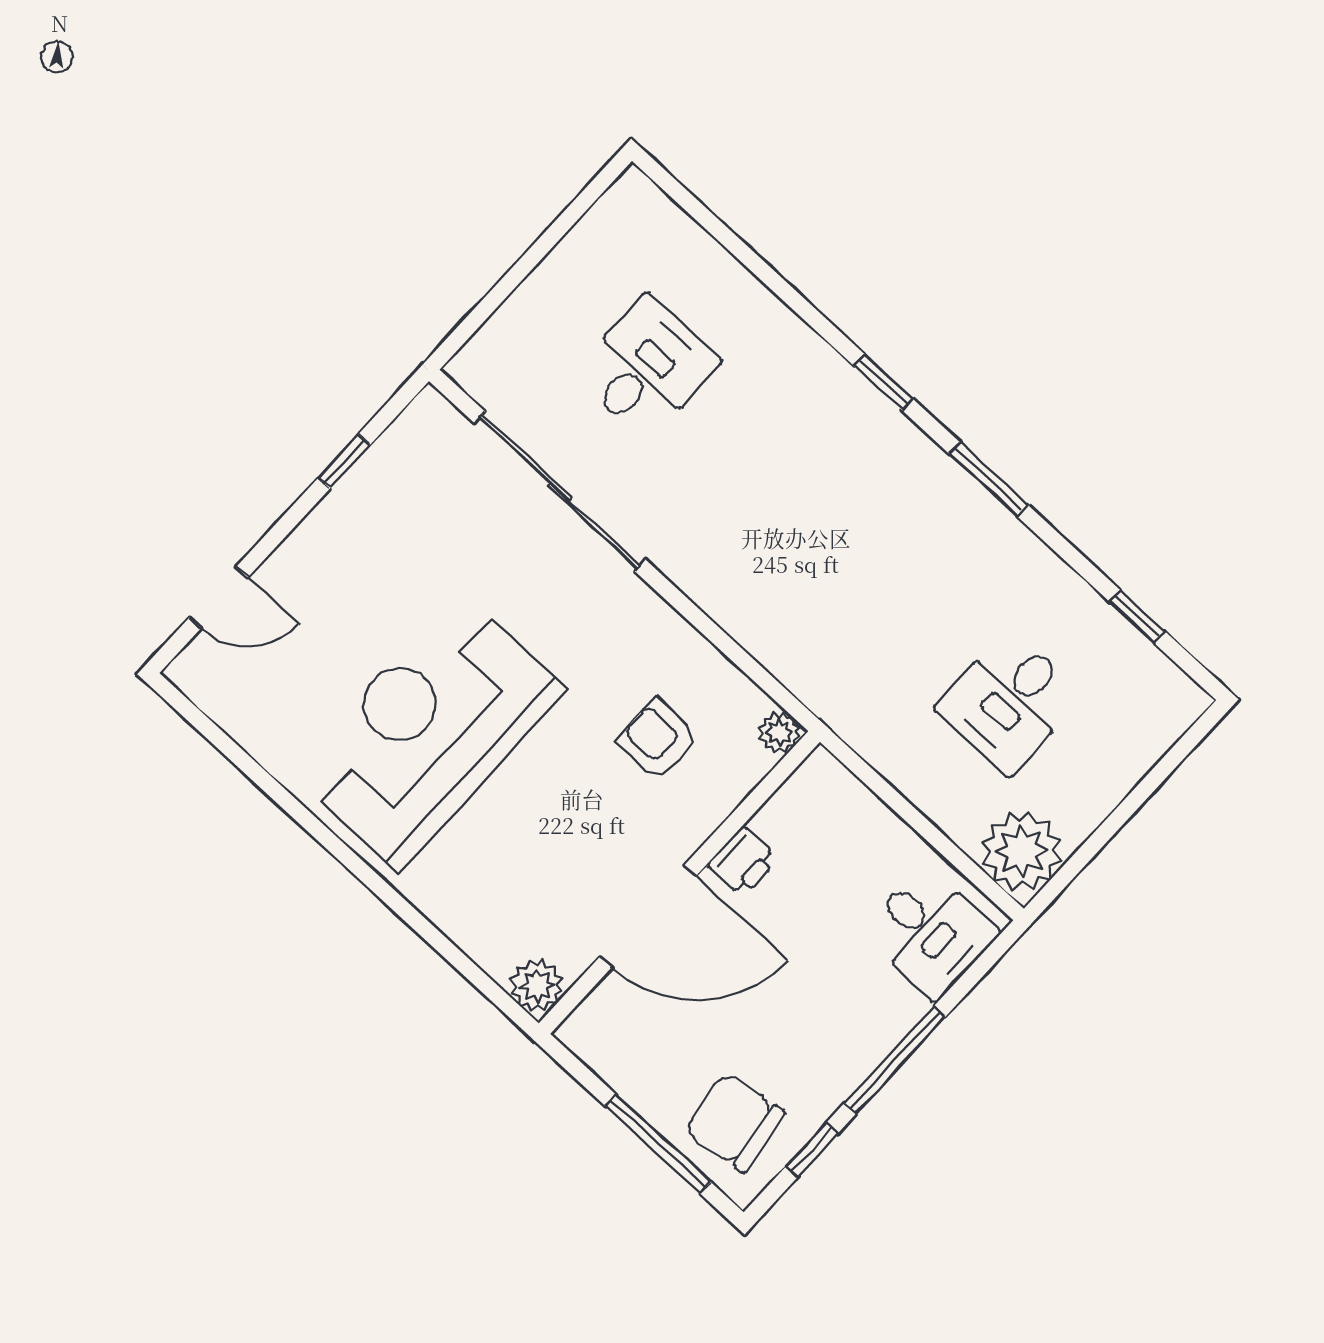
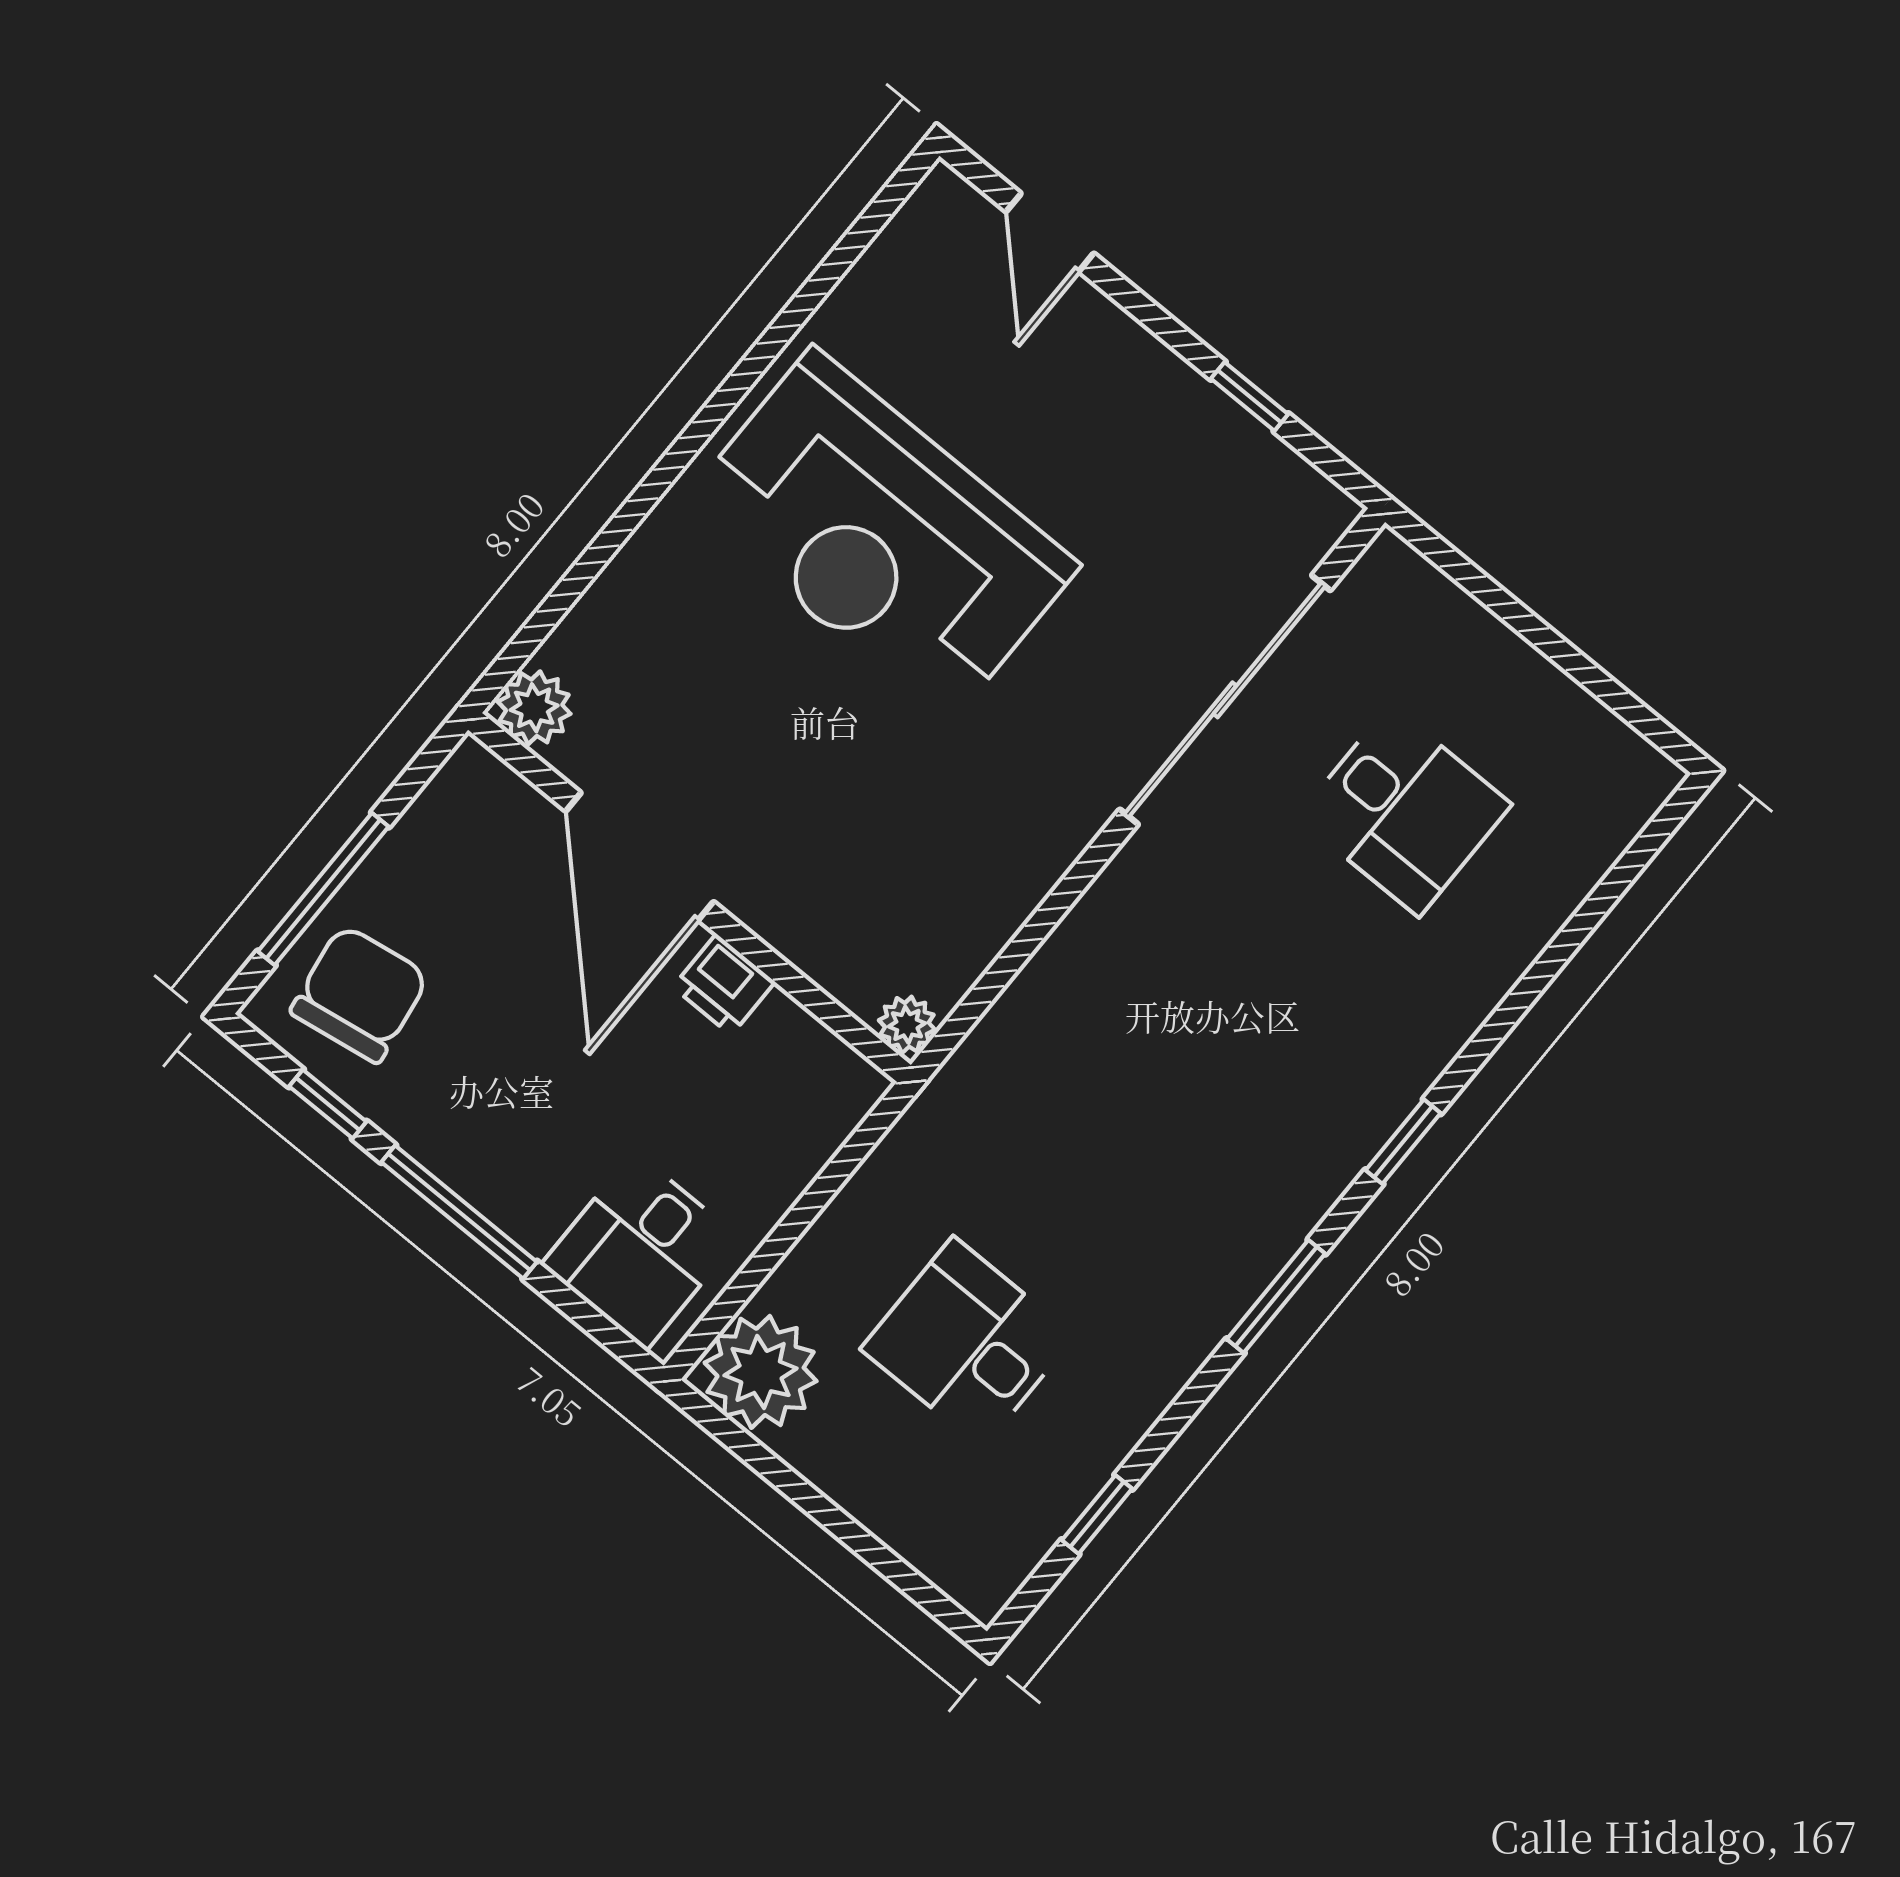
reception desk: (428, 731) -> (881, 535), turned 180
armchair: (658, 740) -> (887, 856), removed

